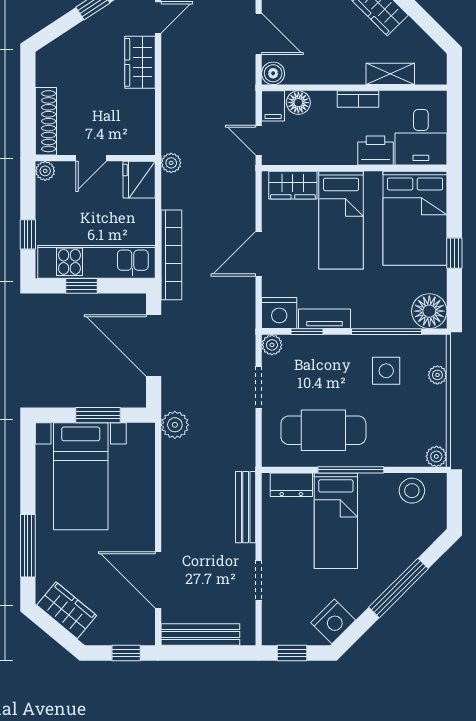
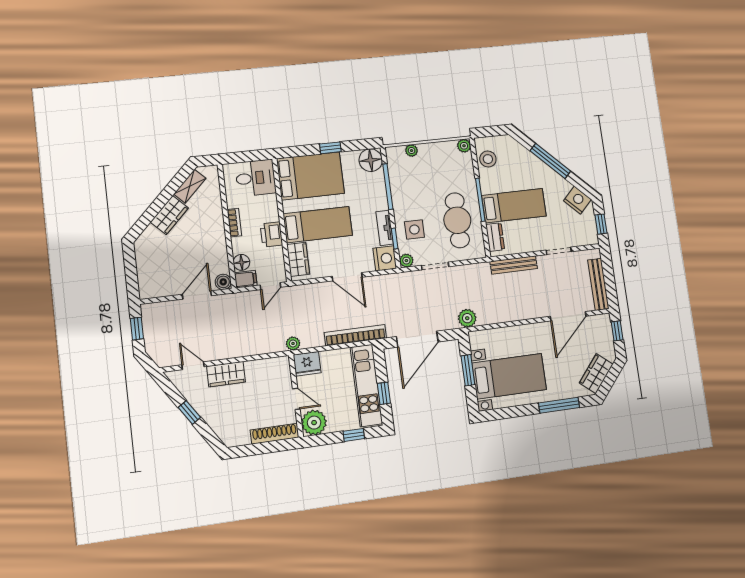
shelving: (390, 74) -> (190, 186), moved, turned 45
printer: (375, 151) -> (271, 234), moved
plant: (45, 171) -> (314, 423), width x1.88, depth x1.88
side table: (386, 371) -> (414, 229), moved

